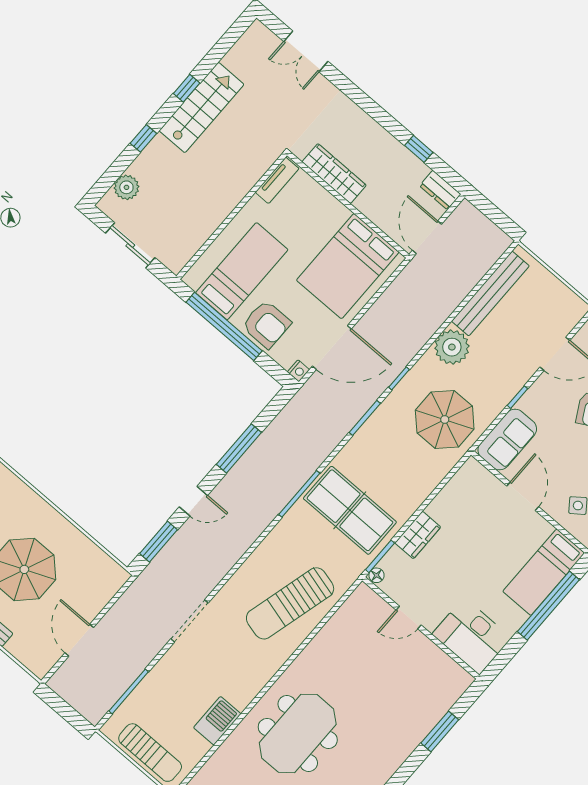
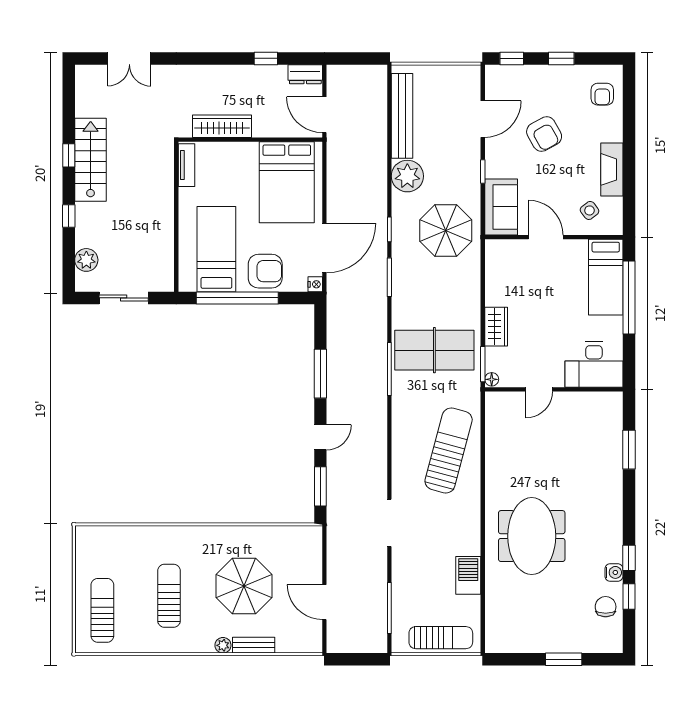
sun lounger: (290, 603) -> (449, 450), turned 180

